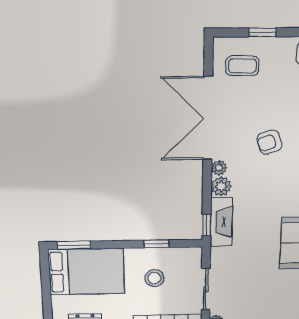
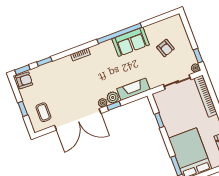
armchair: (269, 142) -> (165, 48), moved
window: (207, 225) -> (114, 106), moved
stool: (155, 278) -> (181, 114), removed

